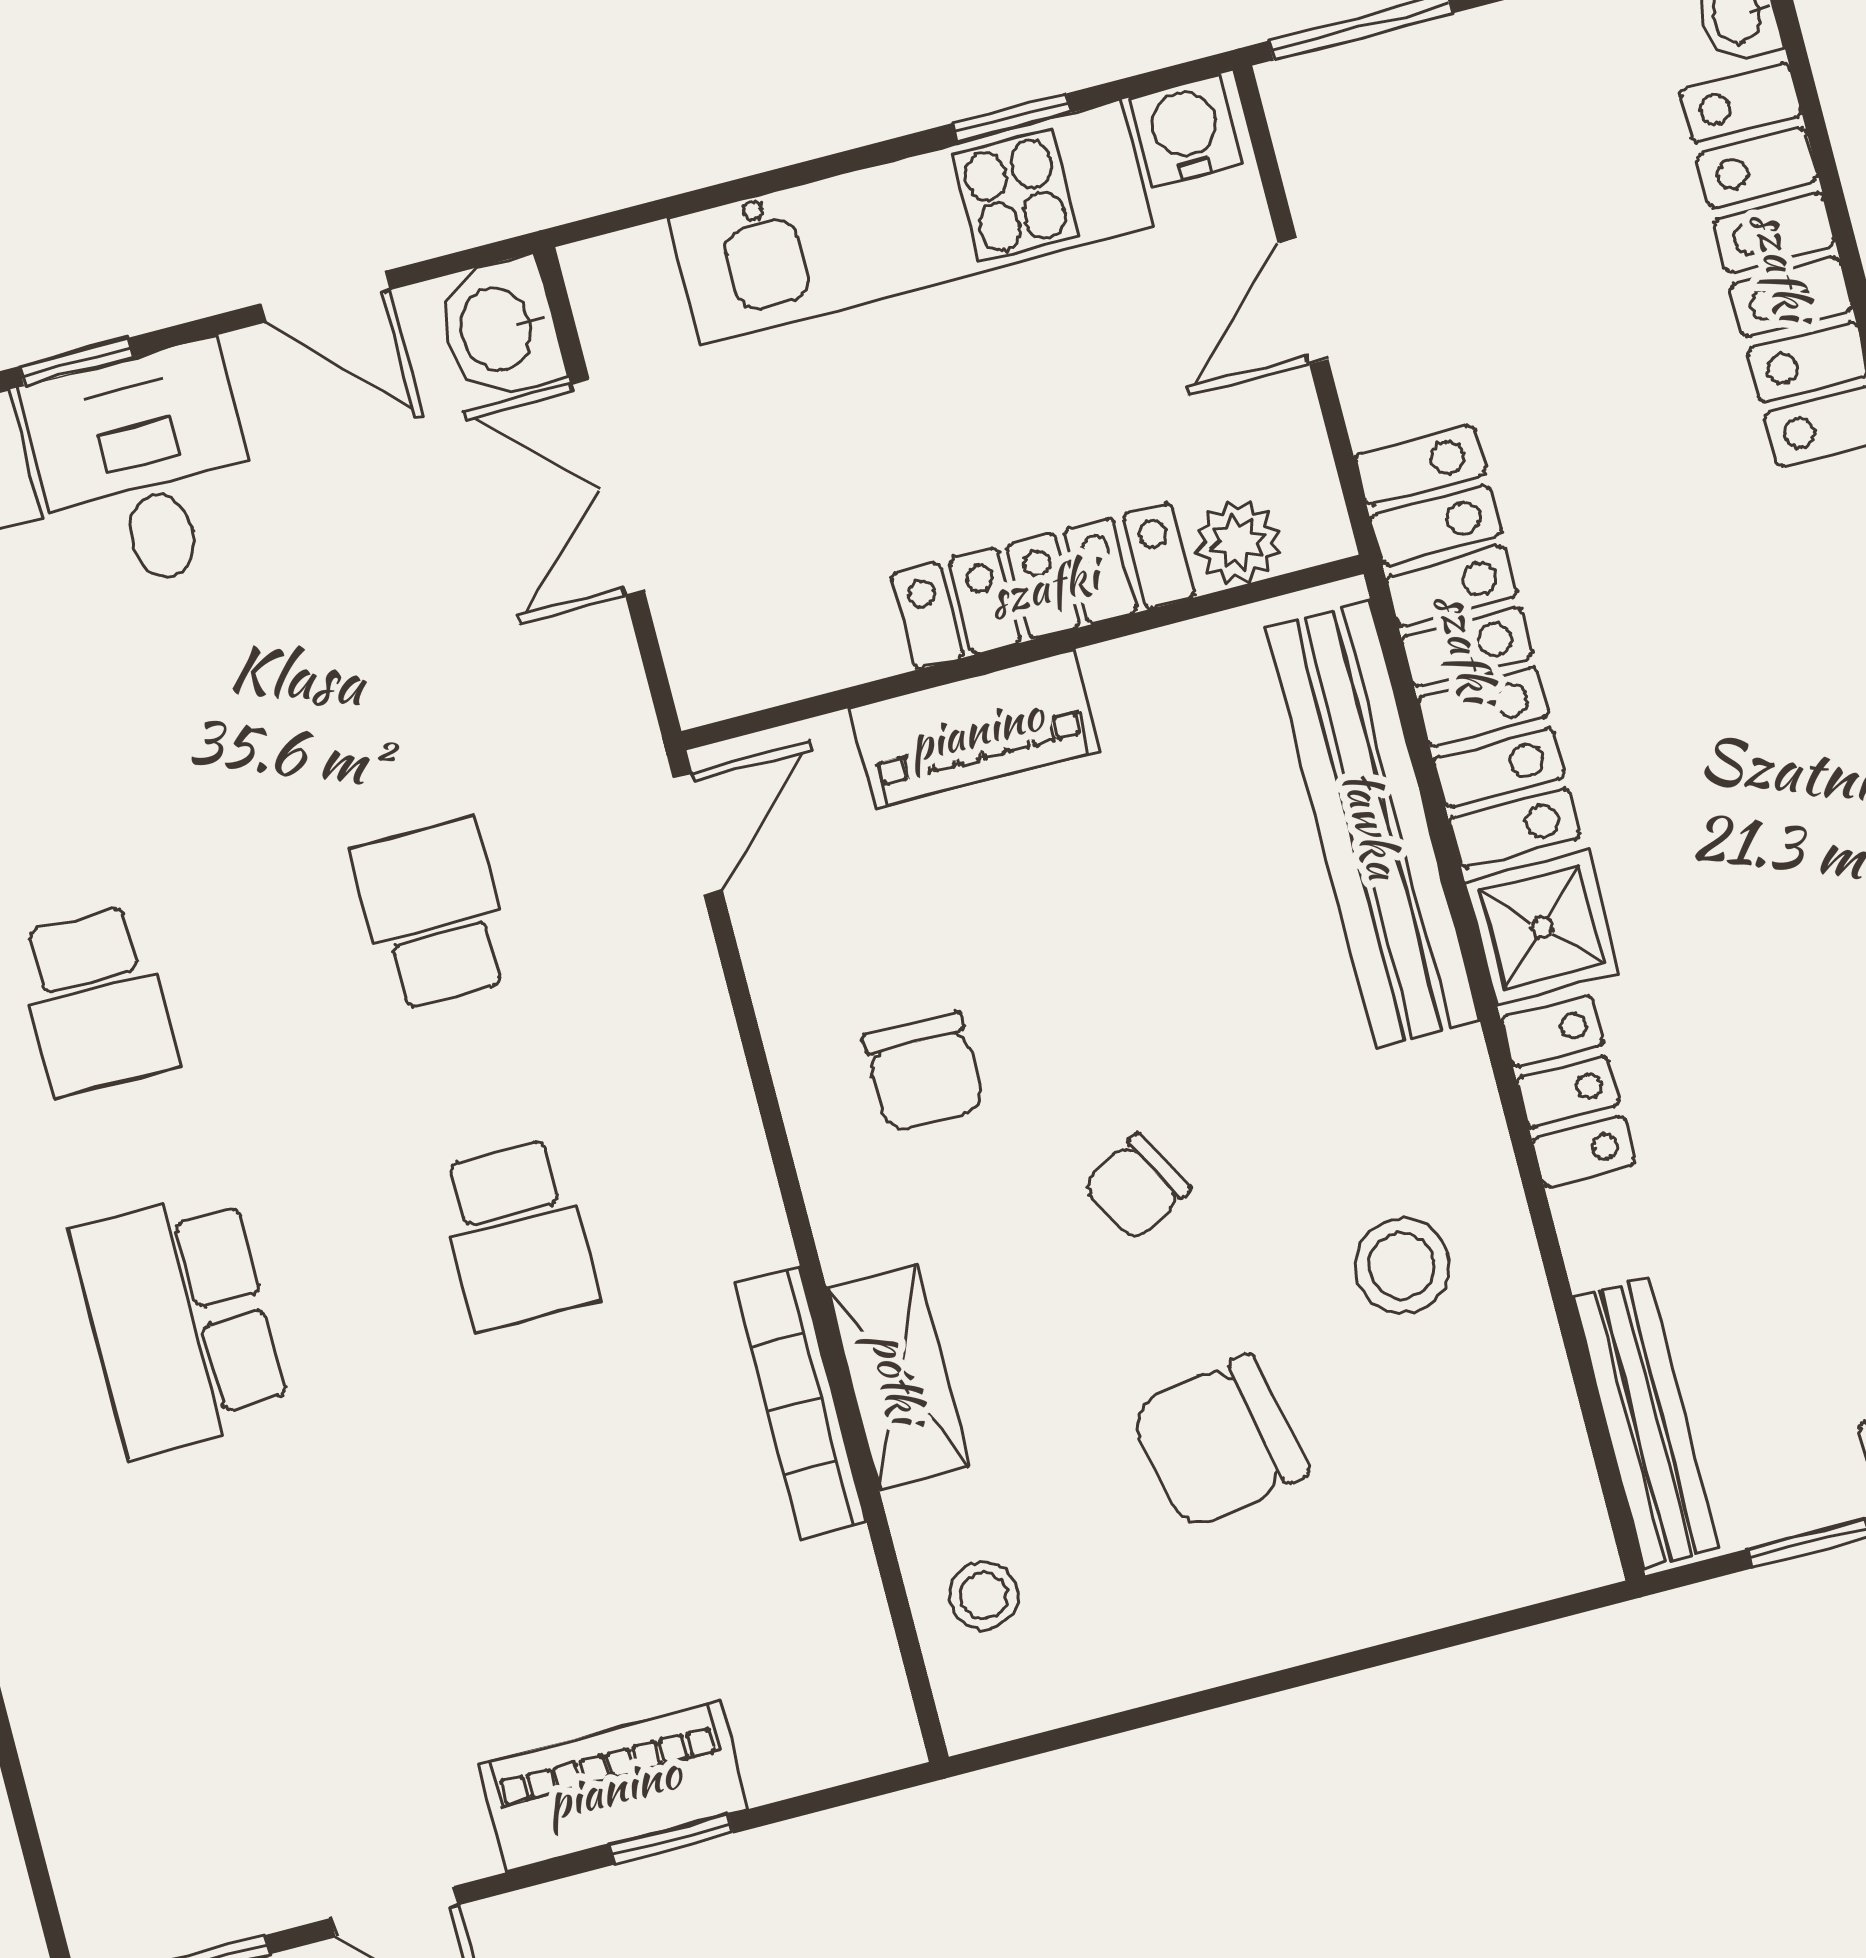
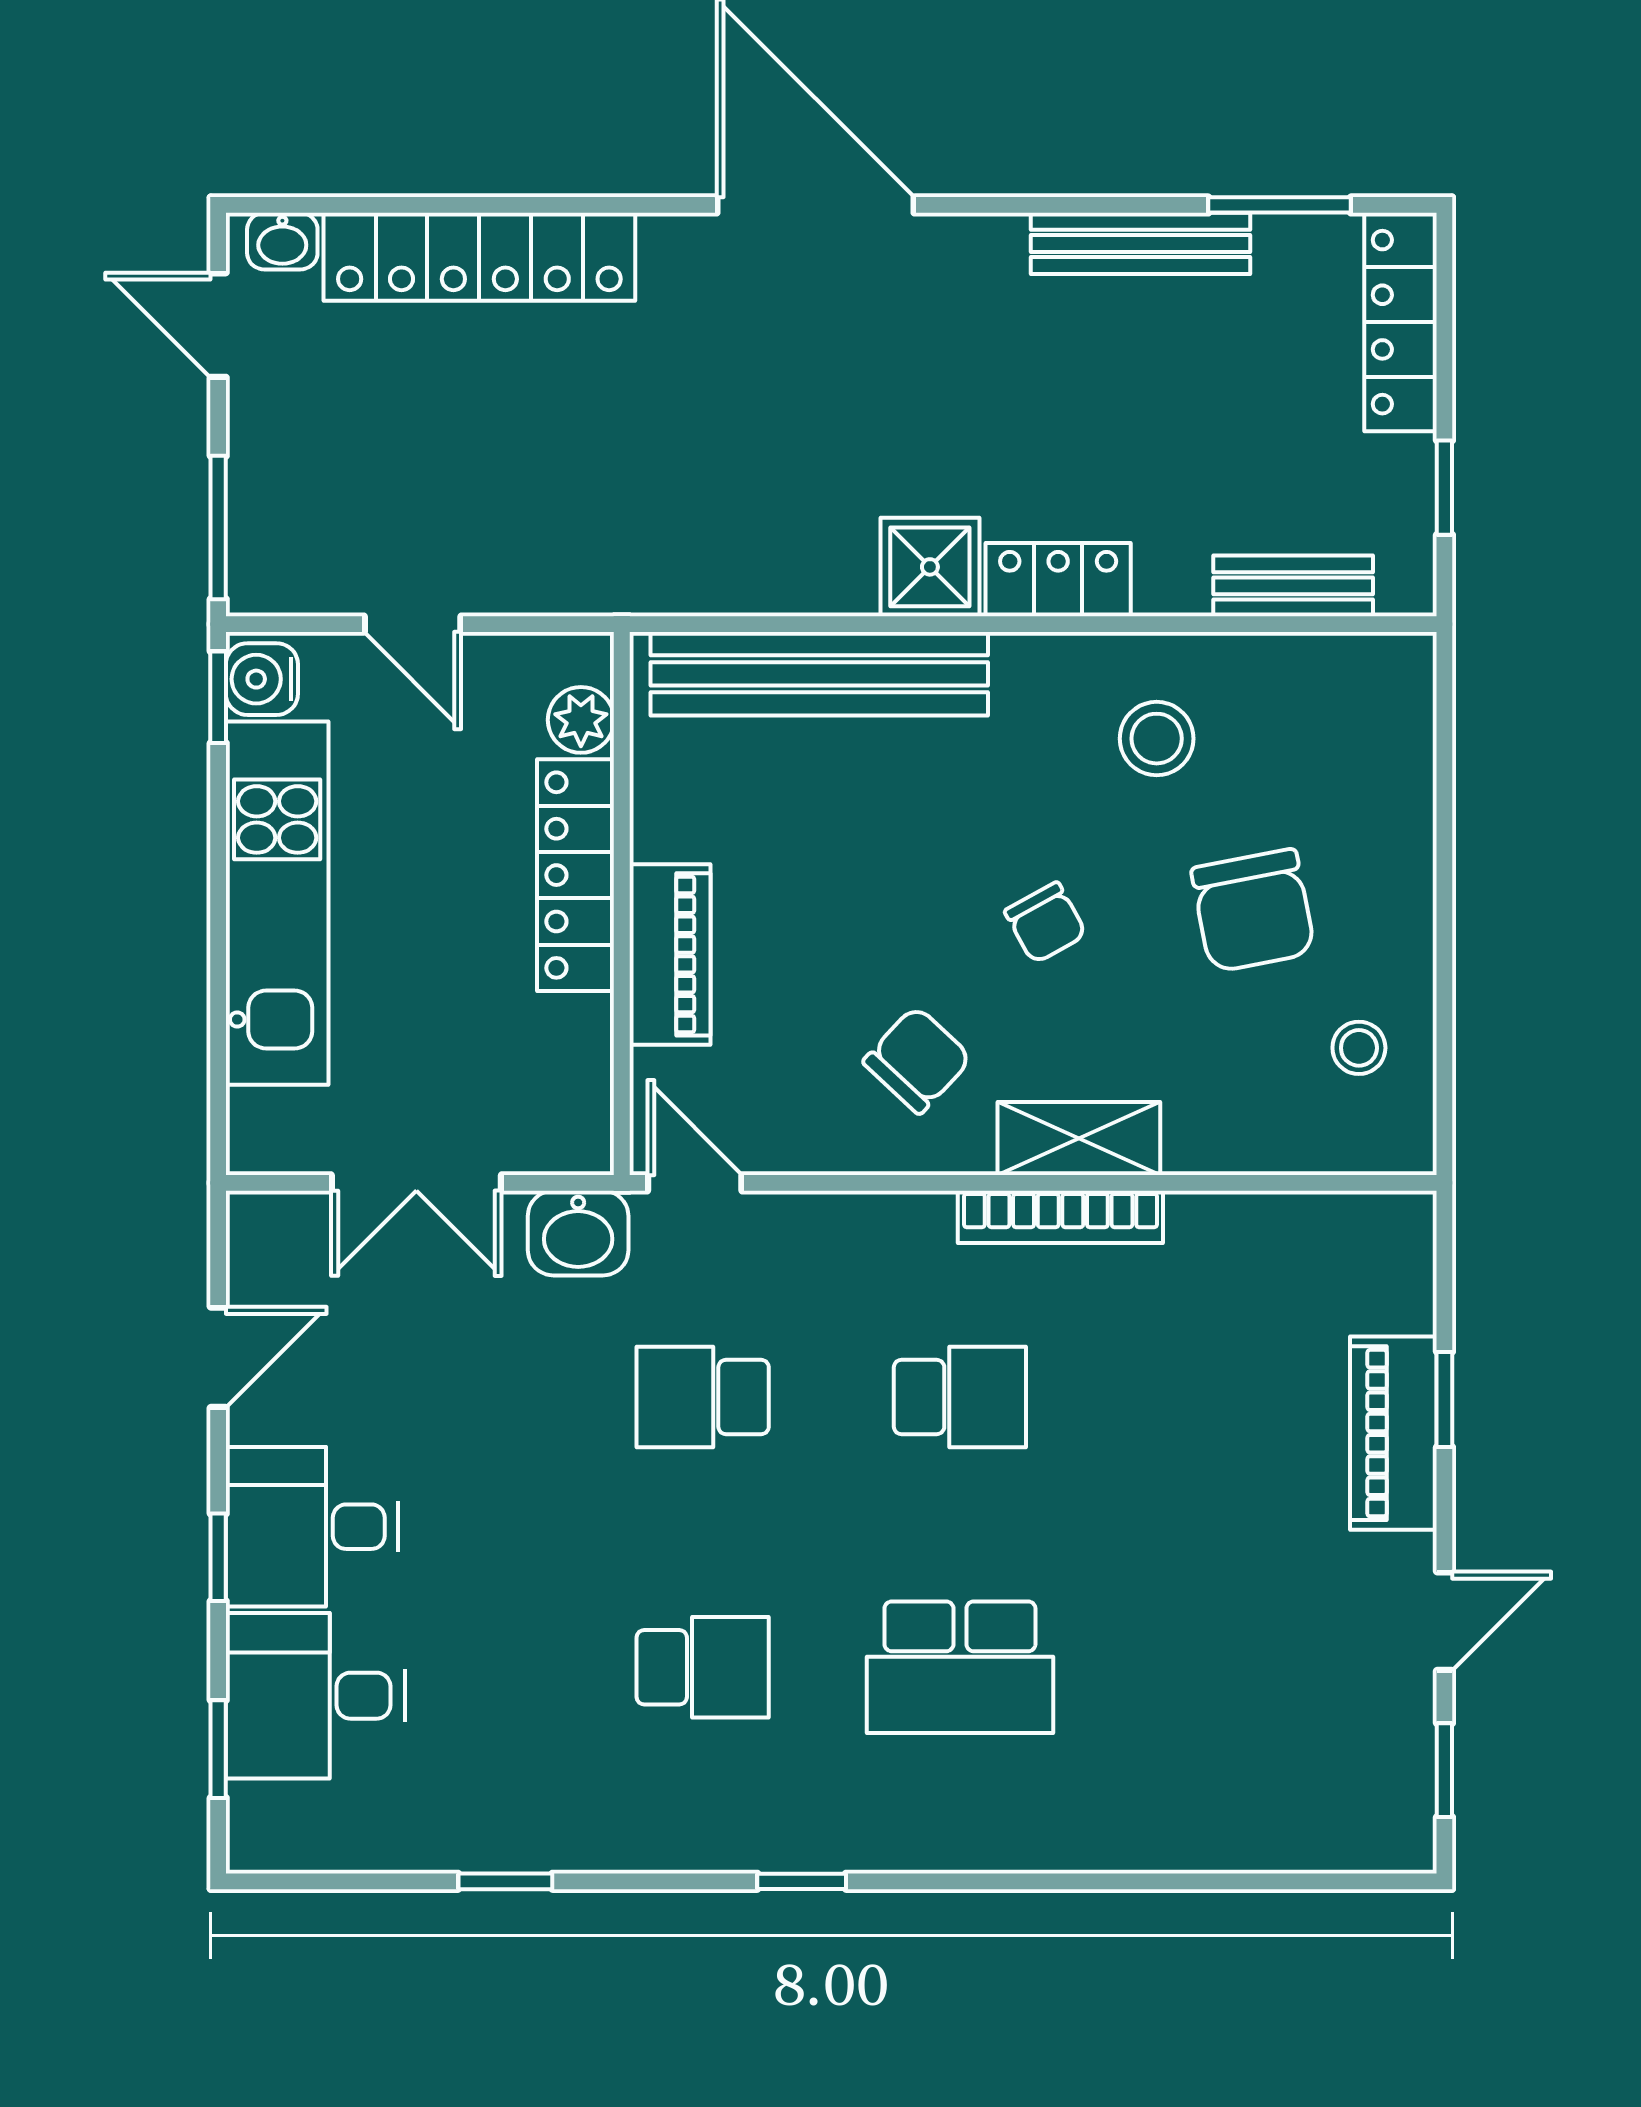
window: (1012, 118) -> (218, 697), moved
washbasin: (499, 329) -> (578, 1233), moved
locker: (1467, 647) -> (704, 568), removed
chair: (923, 1072) -> (917, 1060), turned -47
shelving: (898, 1377) -> (1079, 1139), moved
bookcase: (801, 1403) -> (1060, 1217), moved
bench: (1646, 1423) -> (1293, 586), width x0.73
stool: (983, 1596) -> (1359, 1048), moved

